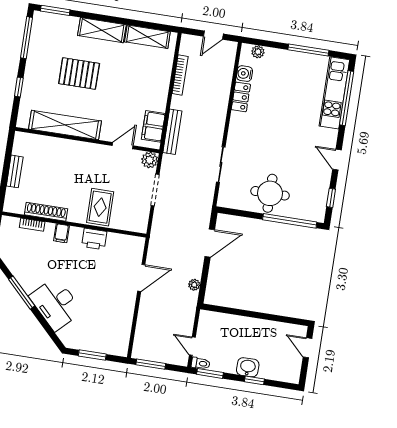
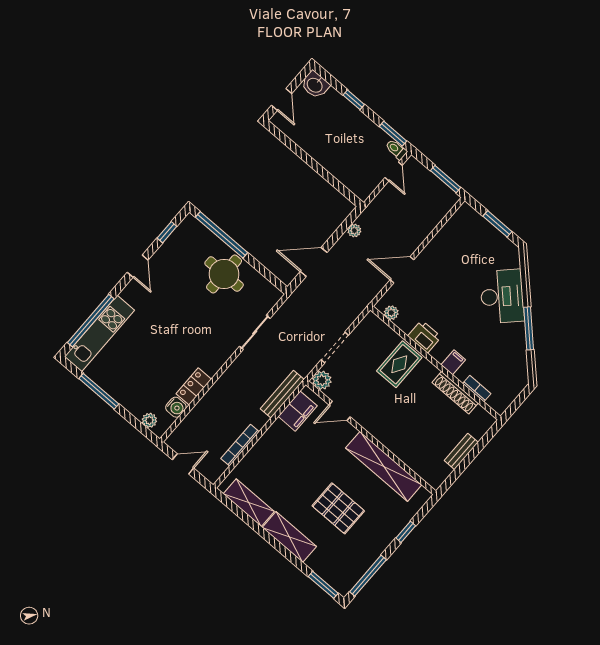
plant: (130, 241) -> (391, 313), added
washbasin: (248, 367) -> (315, 85), moved

